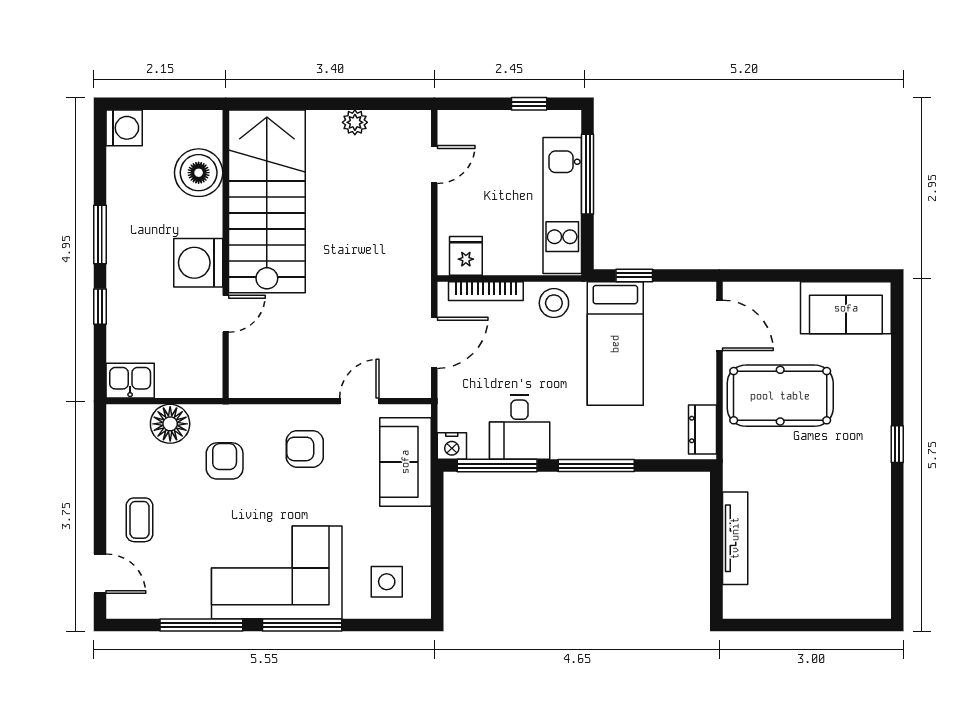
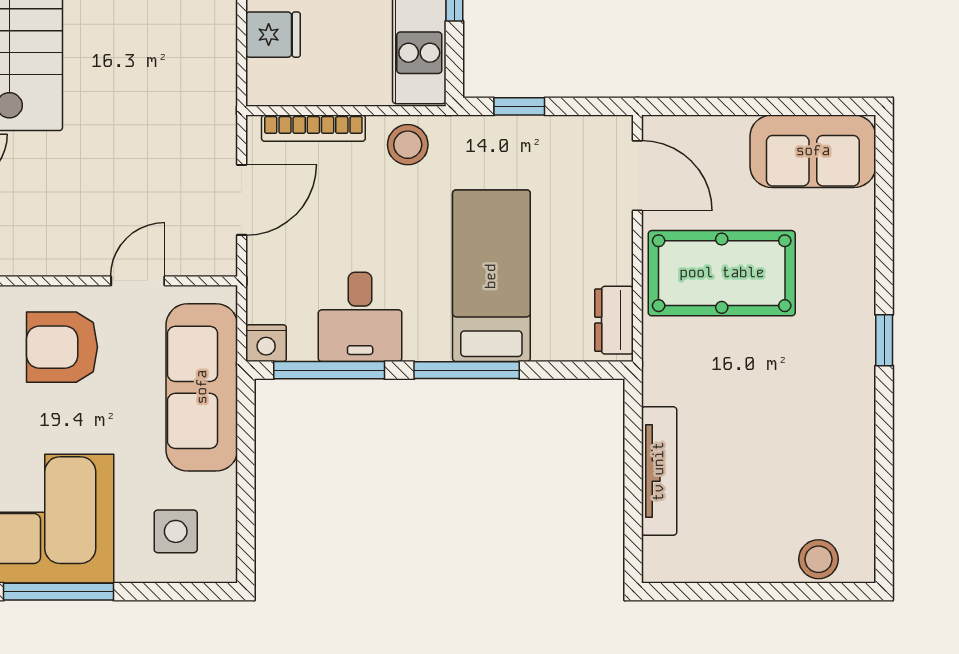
fridge: (466, 256) -> (273, 35), moved, turned 90
bed: (615, 344) -> (491, 276), moved, turned 180
armchair: (305, 449) -> (62, 347), width x1.38, depth x1.38
sofa: (405, 462) -> (202, 387), width x1.36
stool: (850, 602) -> (818, 559), added

